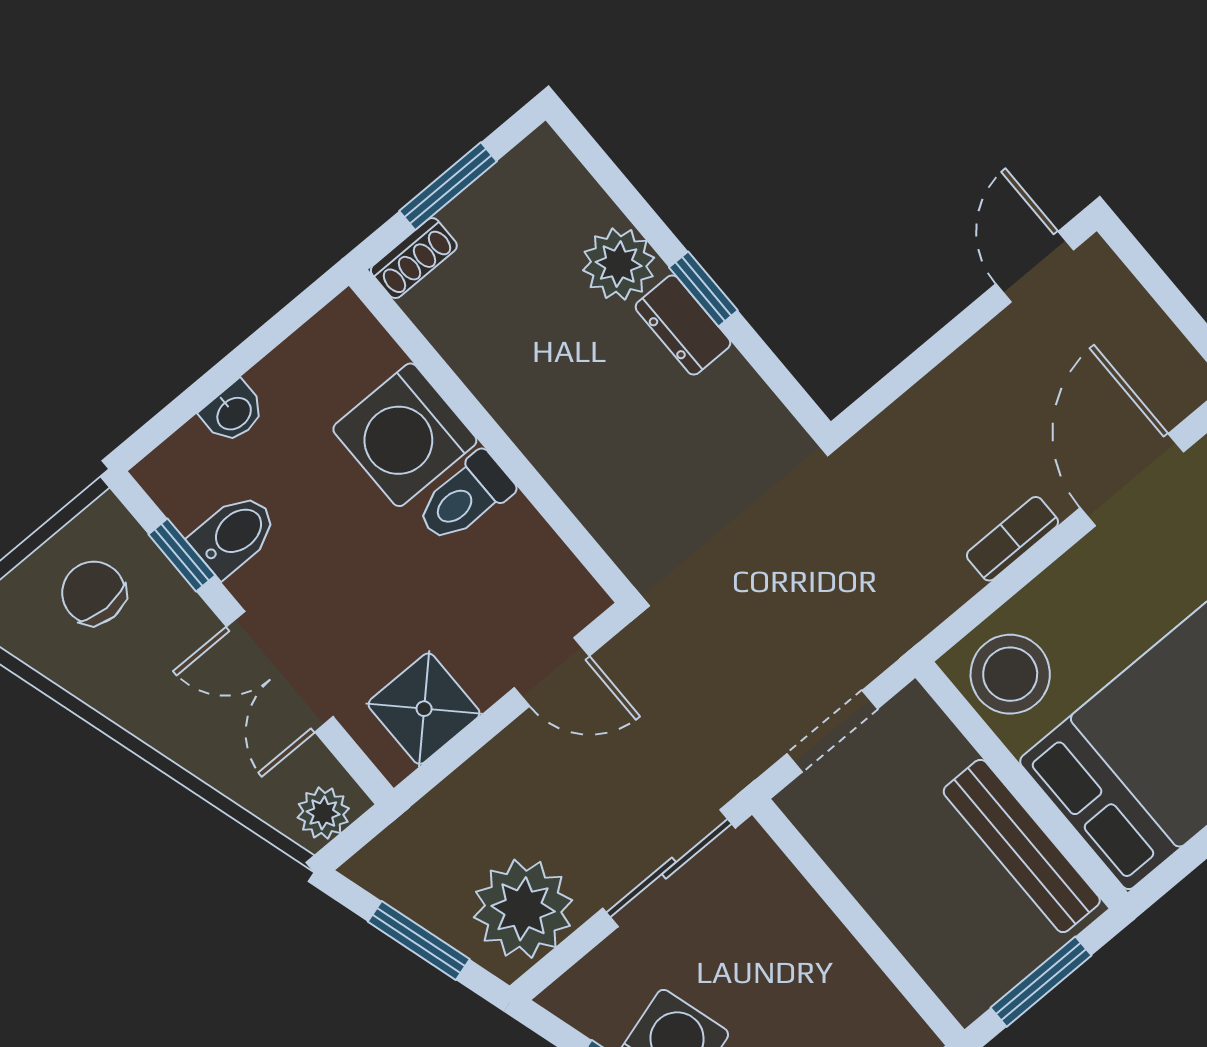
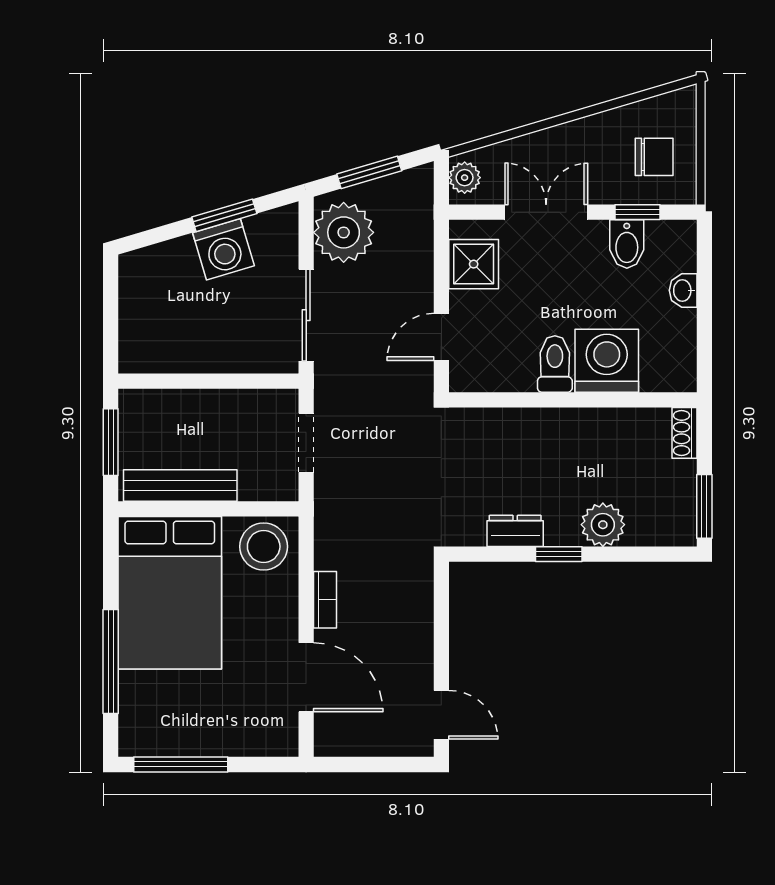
window: (448, 186) -> (704, 506), moved
dresser: (683, 325) -> (515, 531), moved

